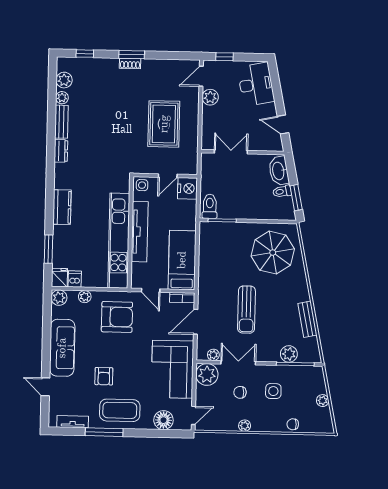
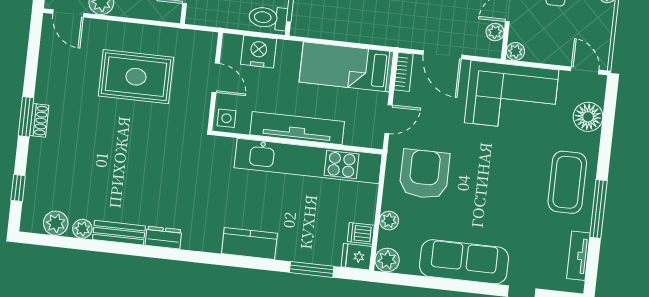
nightstand: (187, 188) -> (259, 52), moved
plant: (207, 374) -> (515, 51), width x0.53, depth x0.53
armchair: (104, 376) -> (513, 202), removed

